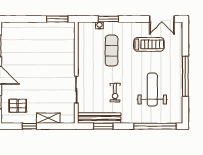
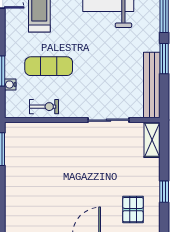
exercise bike: (115, 93) -> (44, 107), moved
shelving: (48, 118) -> (152, 140), moved
window: (103, 126) -> (164, 59), moved

